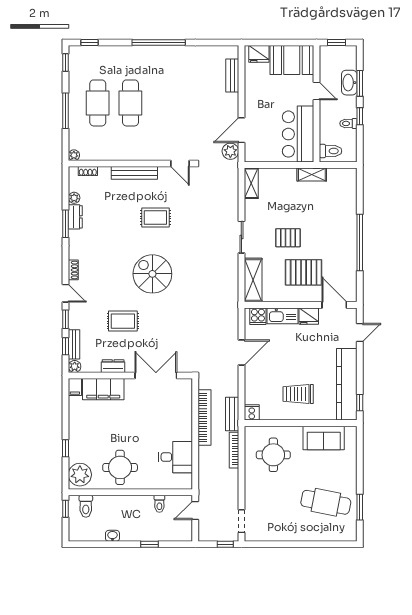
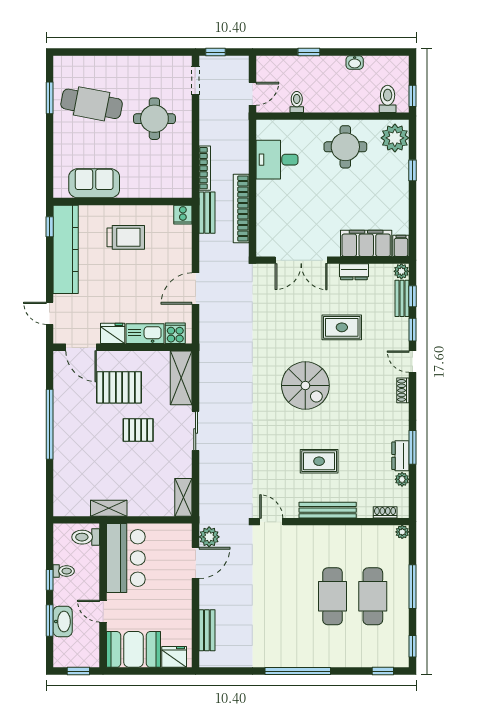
rug: (155, 218) -> (319, 461), moved
door: (360, 332) -> (50, 313), hinge flipped
round table: (273, 455) -> (154, 119), moved

